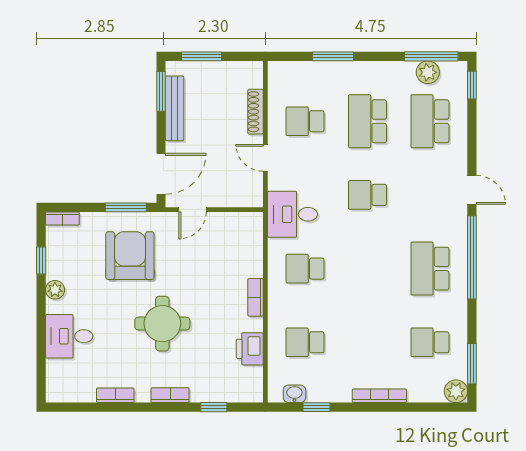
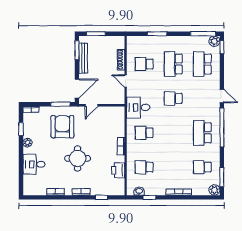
plant: (428, 72) -> (214, 41), moved

